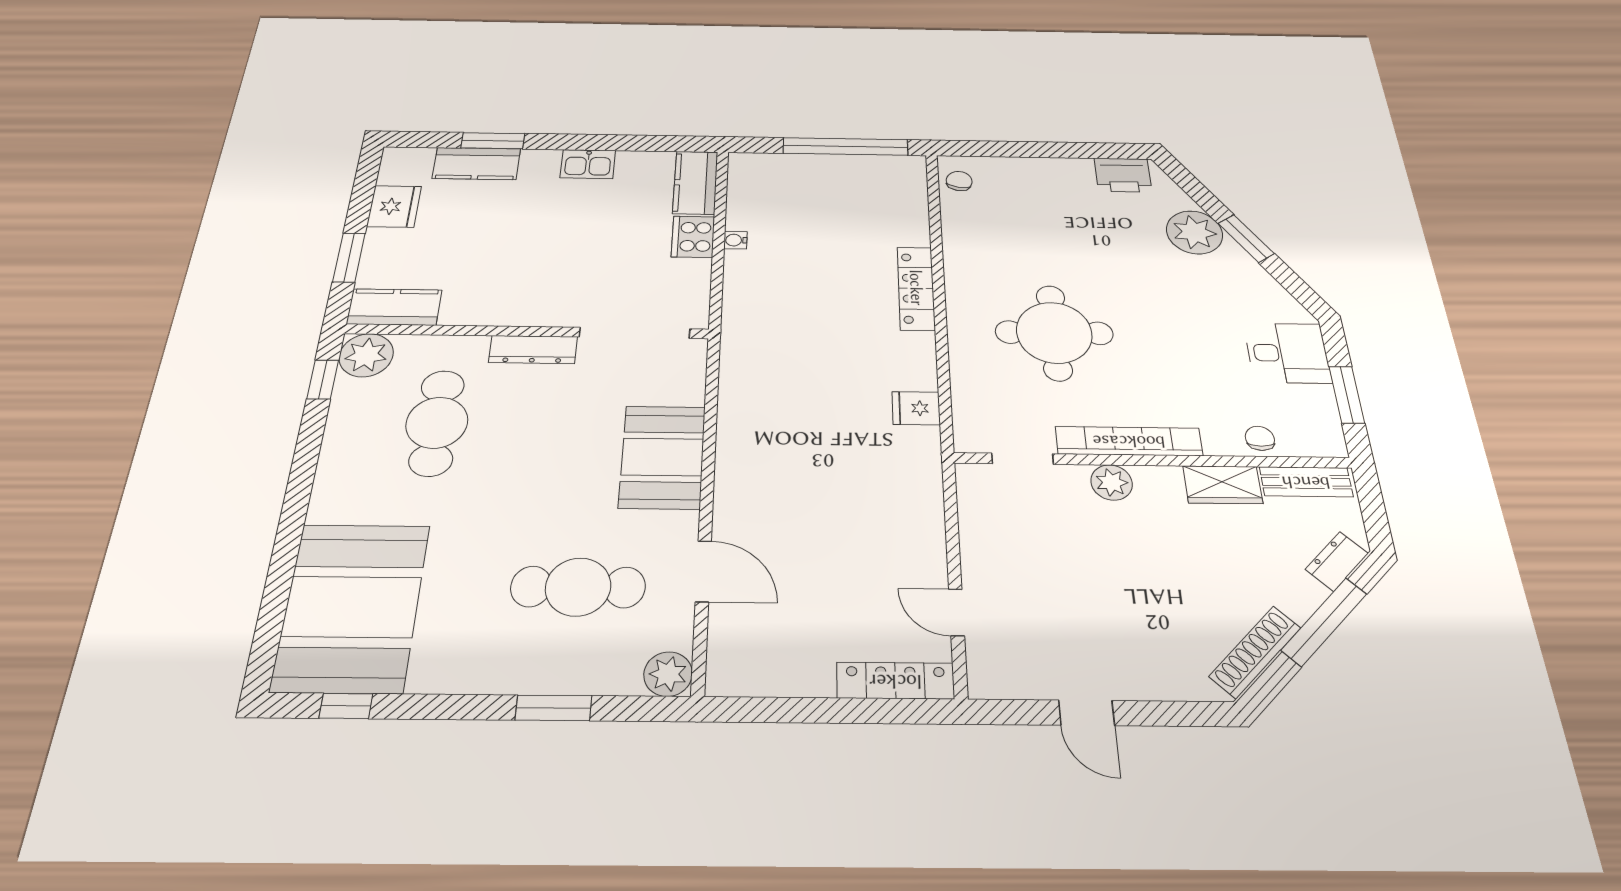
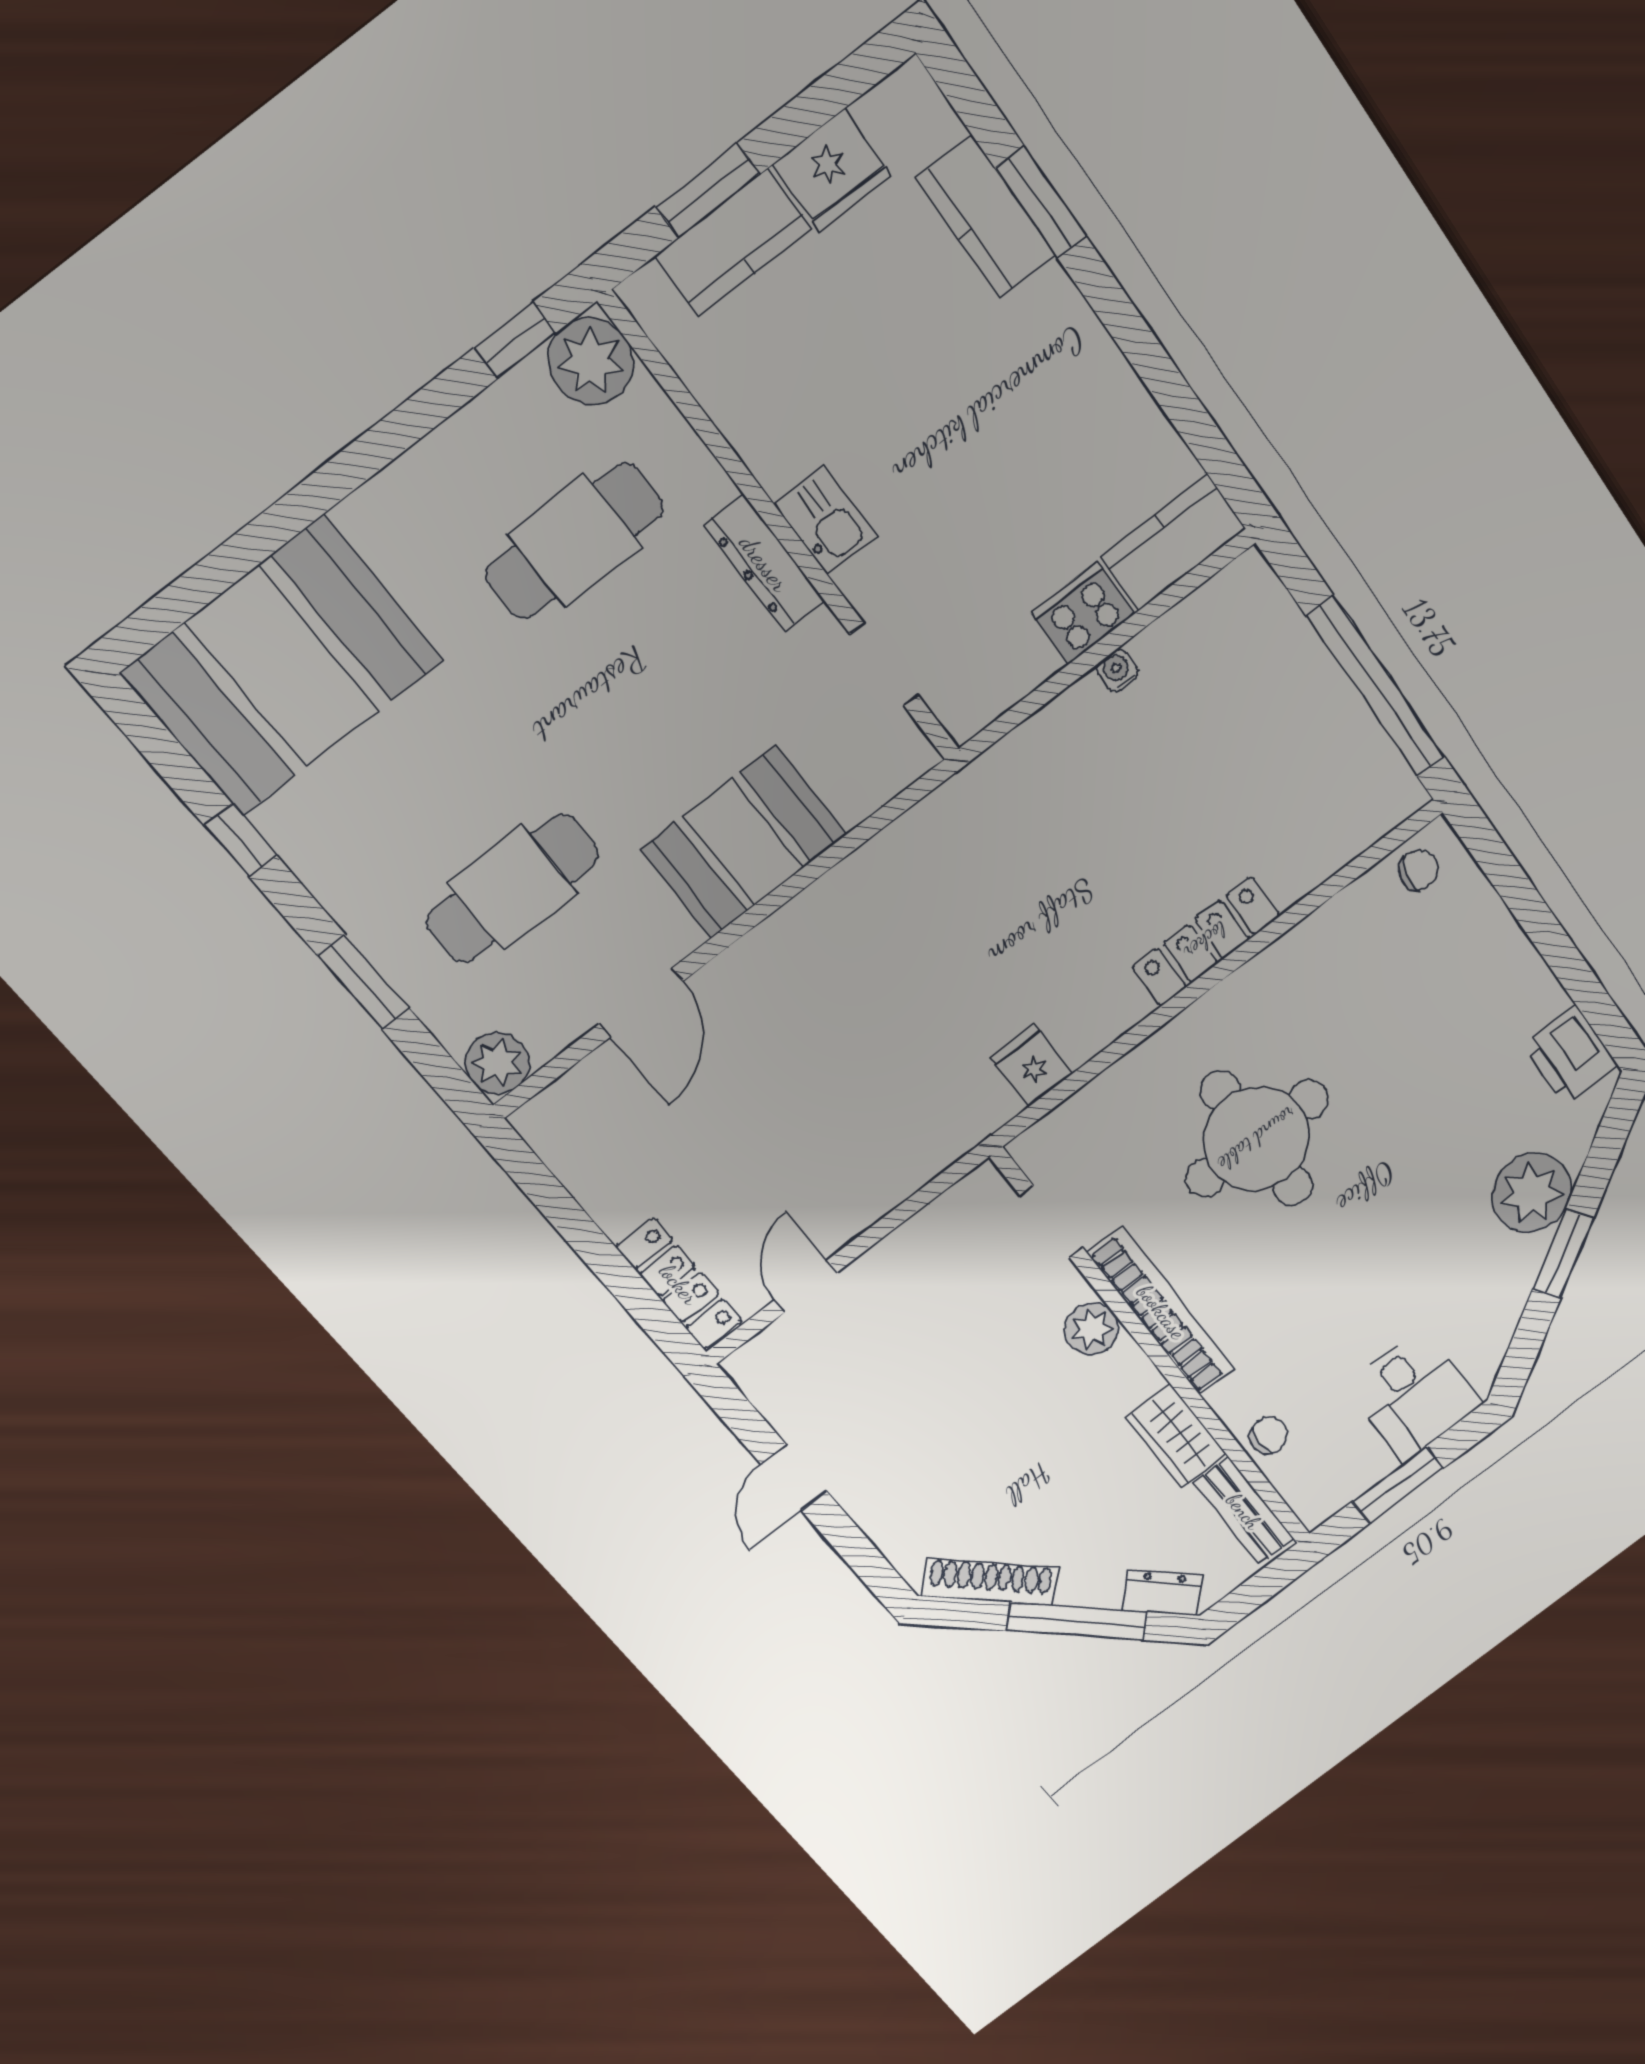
kitchen sink: (588, 164) -> (826, 520), moved, turned 180
kitchen counter: (394, 307) -> (733, 242), moved, turned 90
doorway: (635, 333) -> (884, 665), width x0.53
cafe table: (578, 587) -> (513, 888), turned 90
window: (346, 706) -> (240, 840), moved

